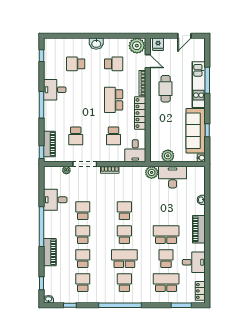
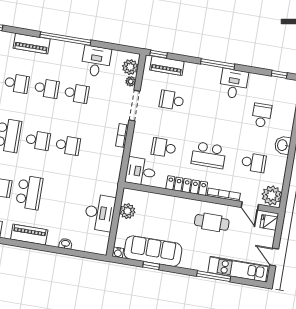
door: (148, 61) -> (250, 206), hinge flipped
school desk: (114, 64) -> (254, 163), turned -90
kitchen unit: (199, 85) -> (238, 269), moved
school desk: (114, 100) -> (209, 155), turned 180
plant: (152, 172) -> (130, 67), moved

